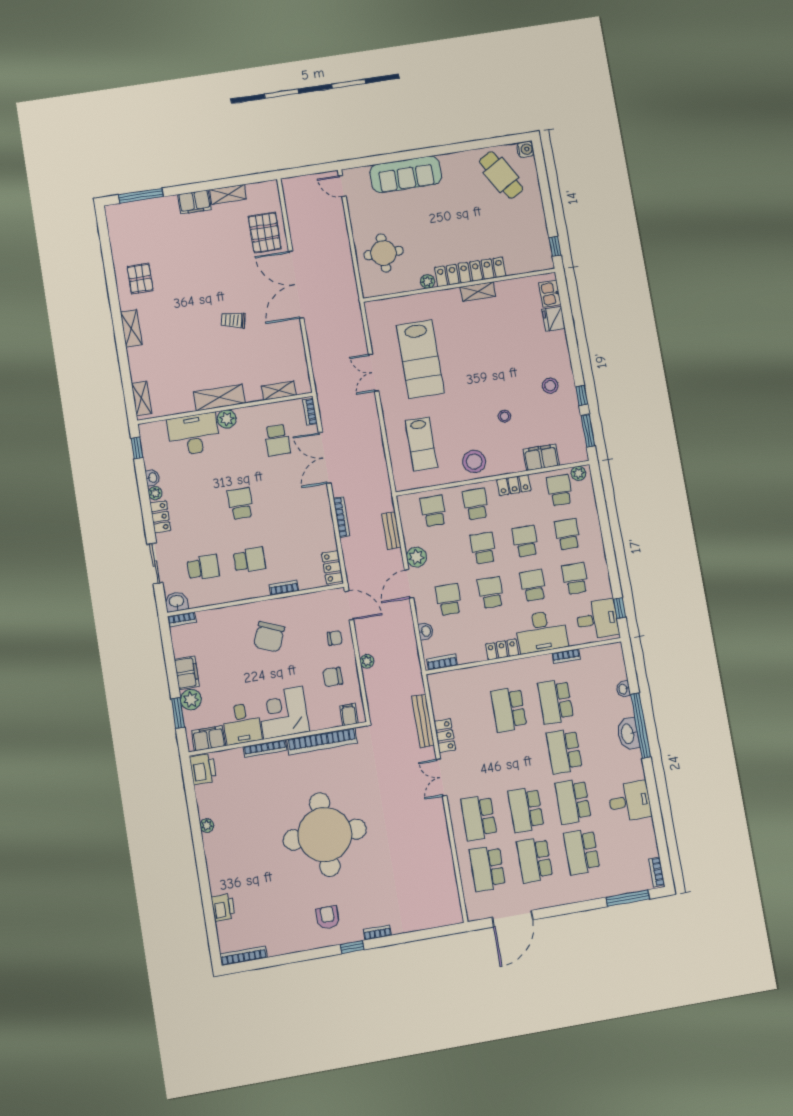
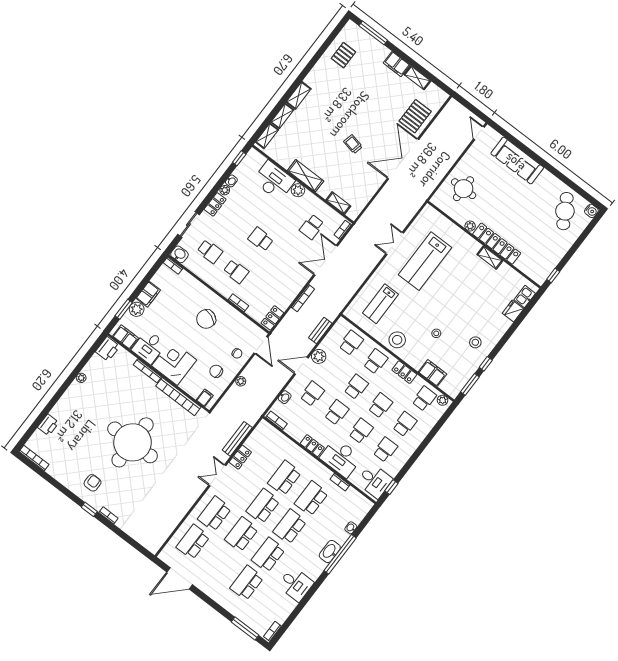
pallet: (140, 278) -> (343, 55), moved
shelving: (136, 364) -> (282, 116), added
school desk: (240, 504) -> (261, 239), turned -90
school desk: (535, 860) -> (263, 506), moved

